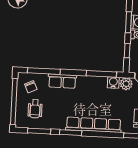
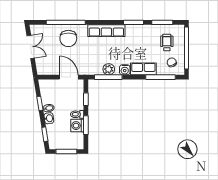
water cooler: (113, 83) -> (125, 70), moved
plant: (126, 84) -> (109, 69), moved
row of seats: (94, 125) -> (106, 31), width x0.73

